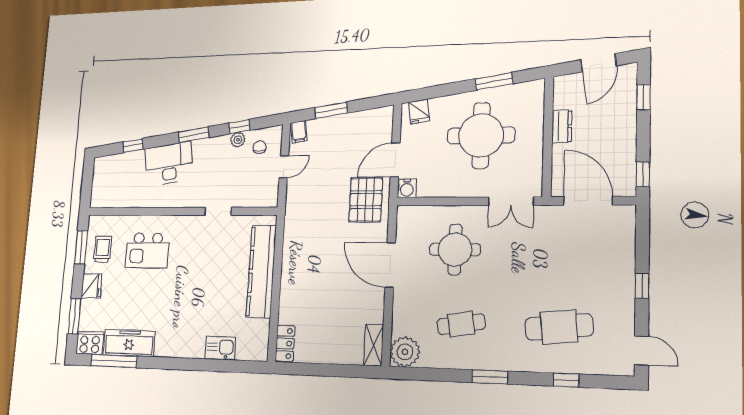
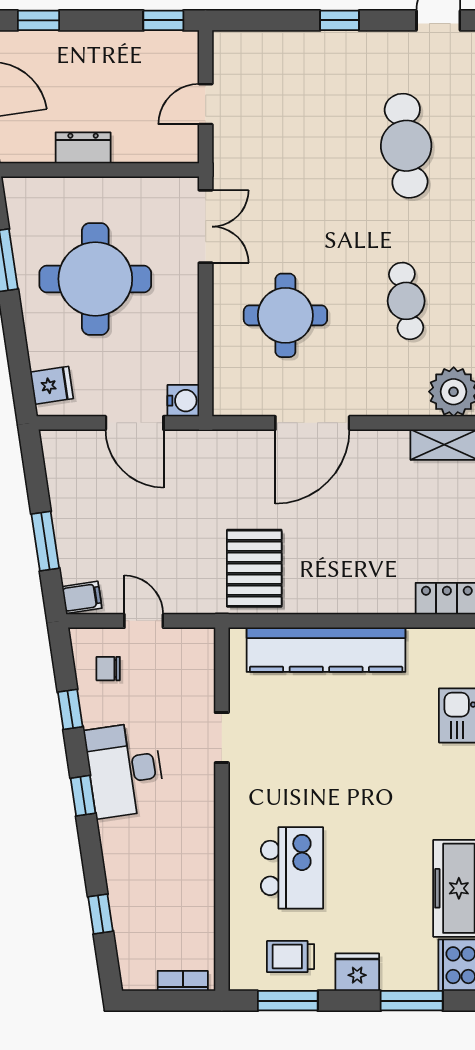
window: (194, 135) -> (83, 796), width x0.67
plant: (238, 140) -> (94, 710), removed
desk: (169, 164) -> (125, 770), moved
bookcase: (96, 190) -> (183, 981), added
pallet: (366, 200) -> (254, 568), moved, turned 90
door: (588, 201) -> (206, 104), width x0.53

